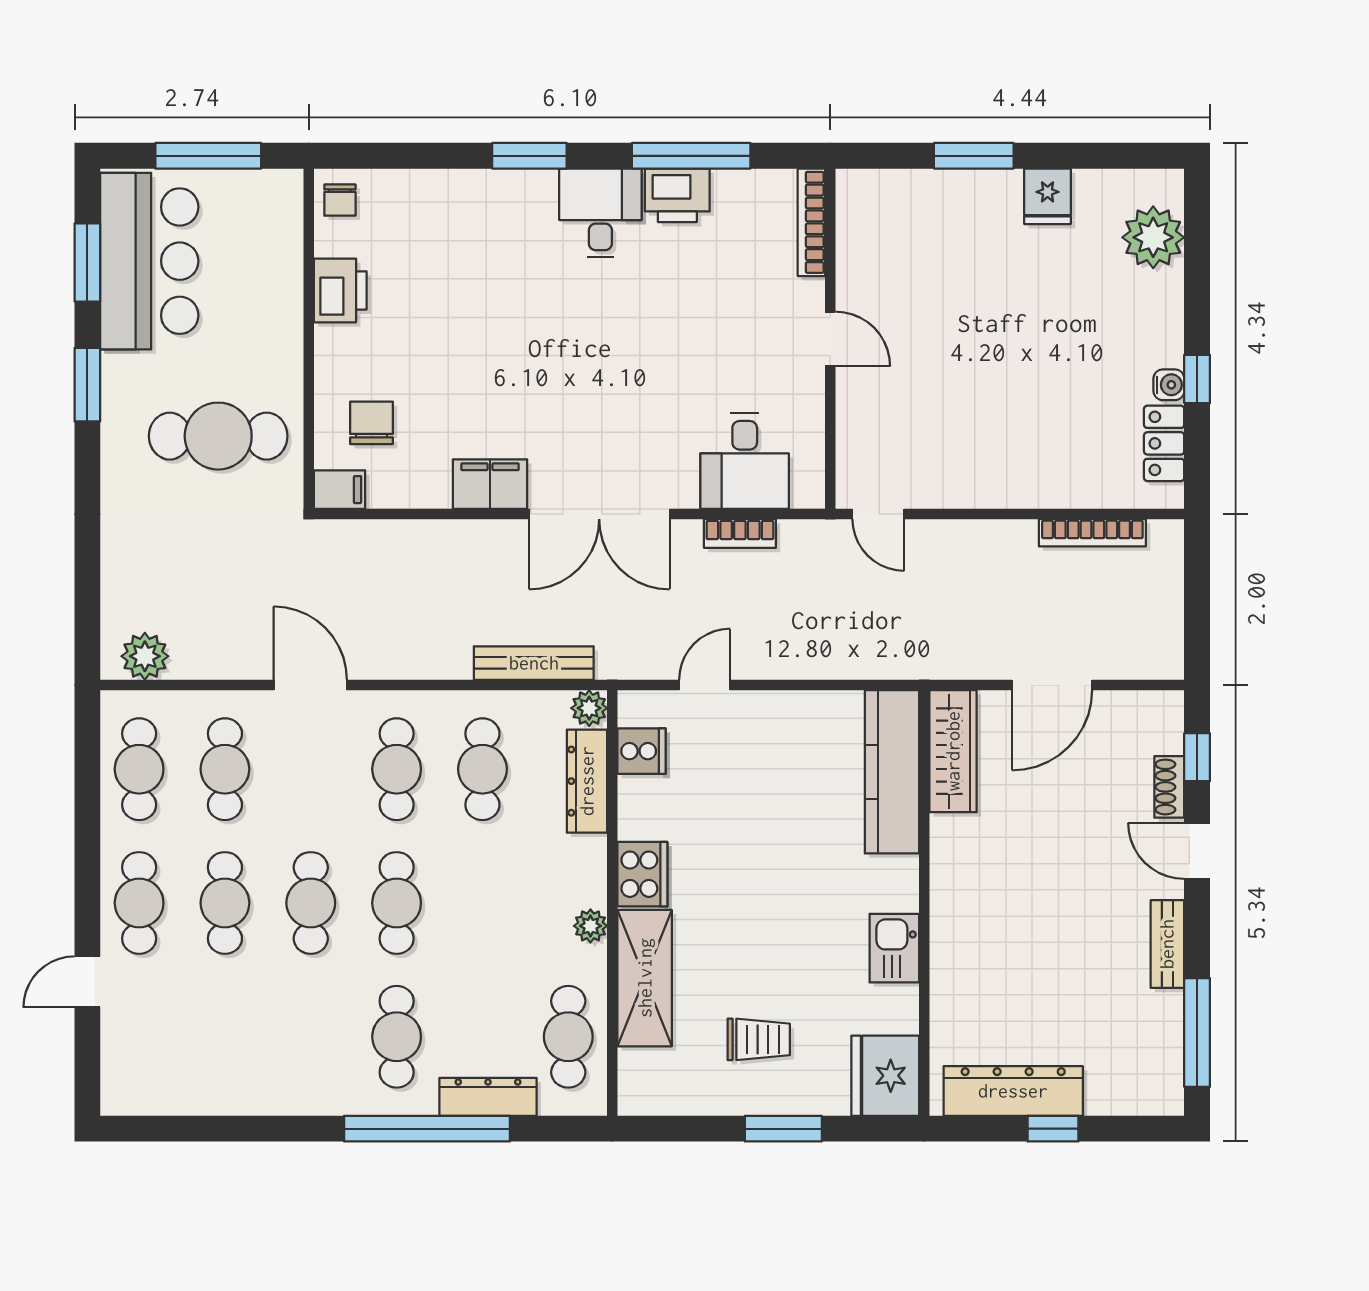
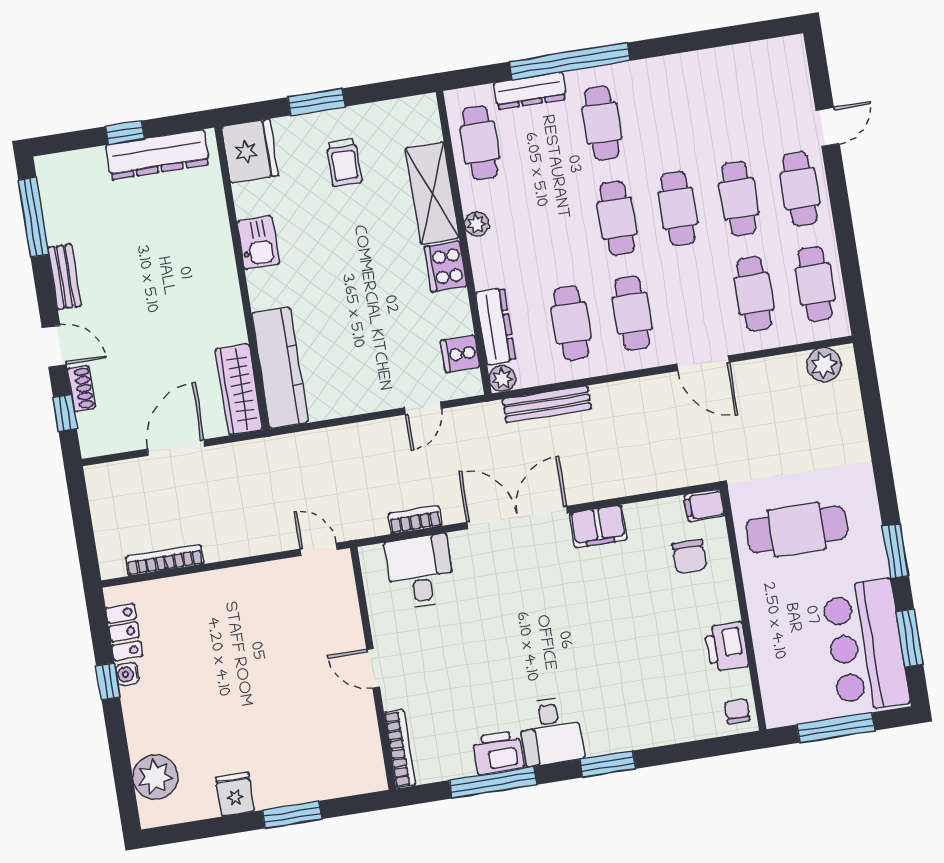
trolley: (759, 1039) -> (344, 162), turned -90

